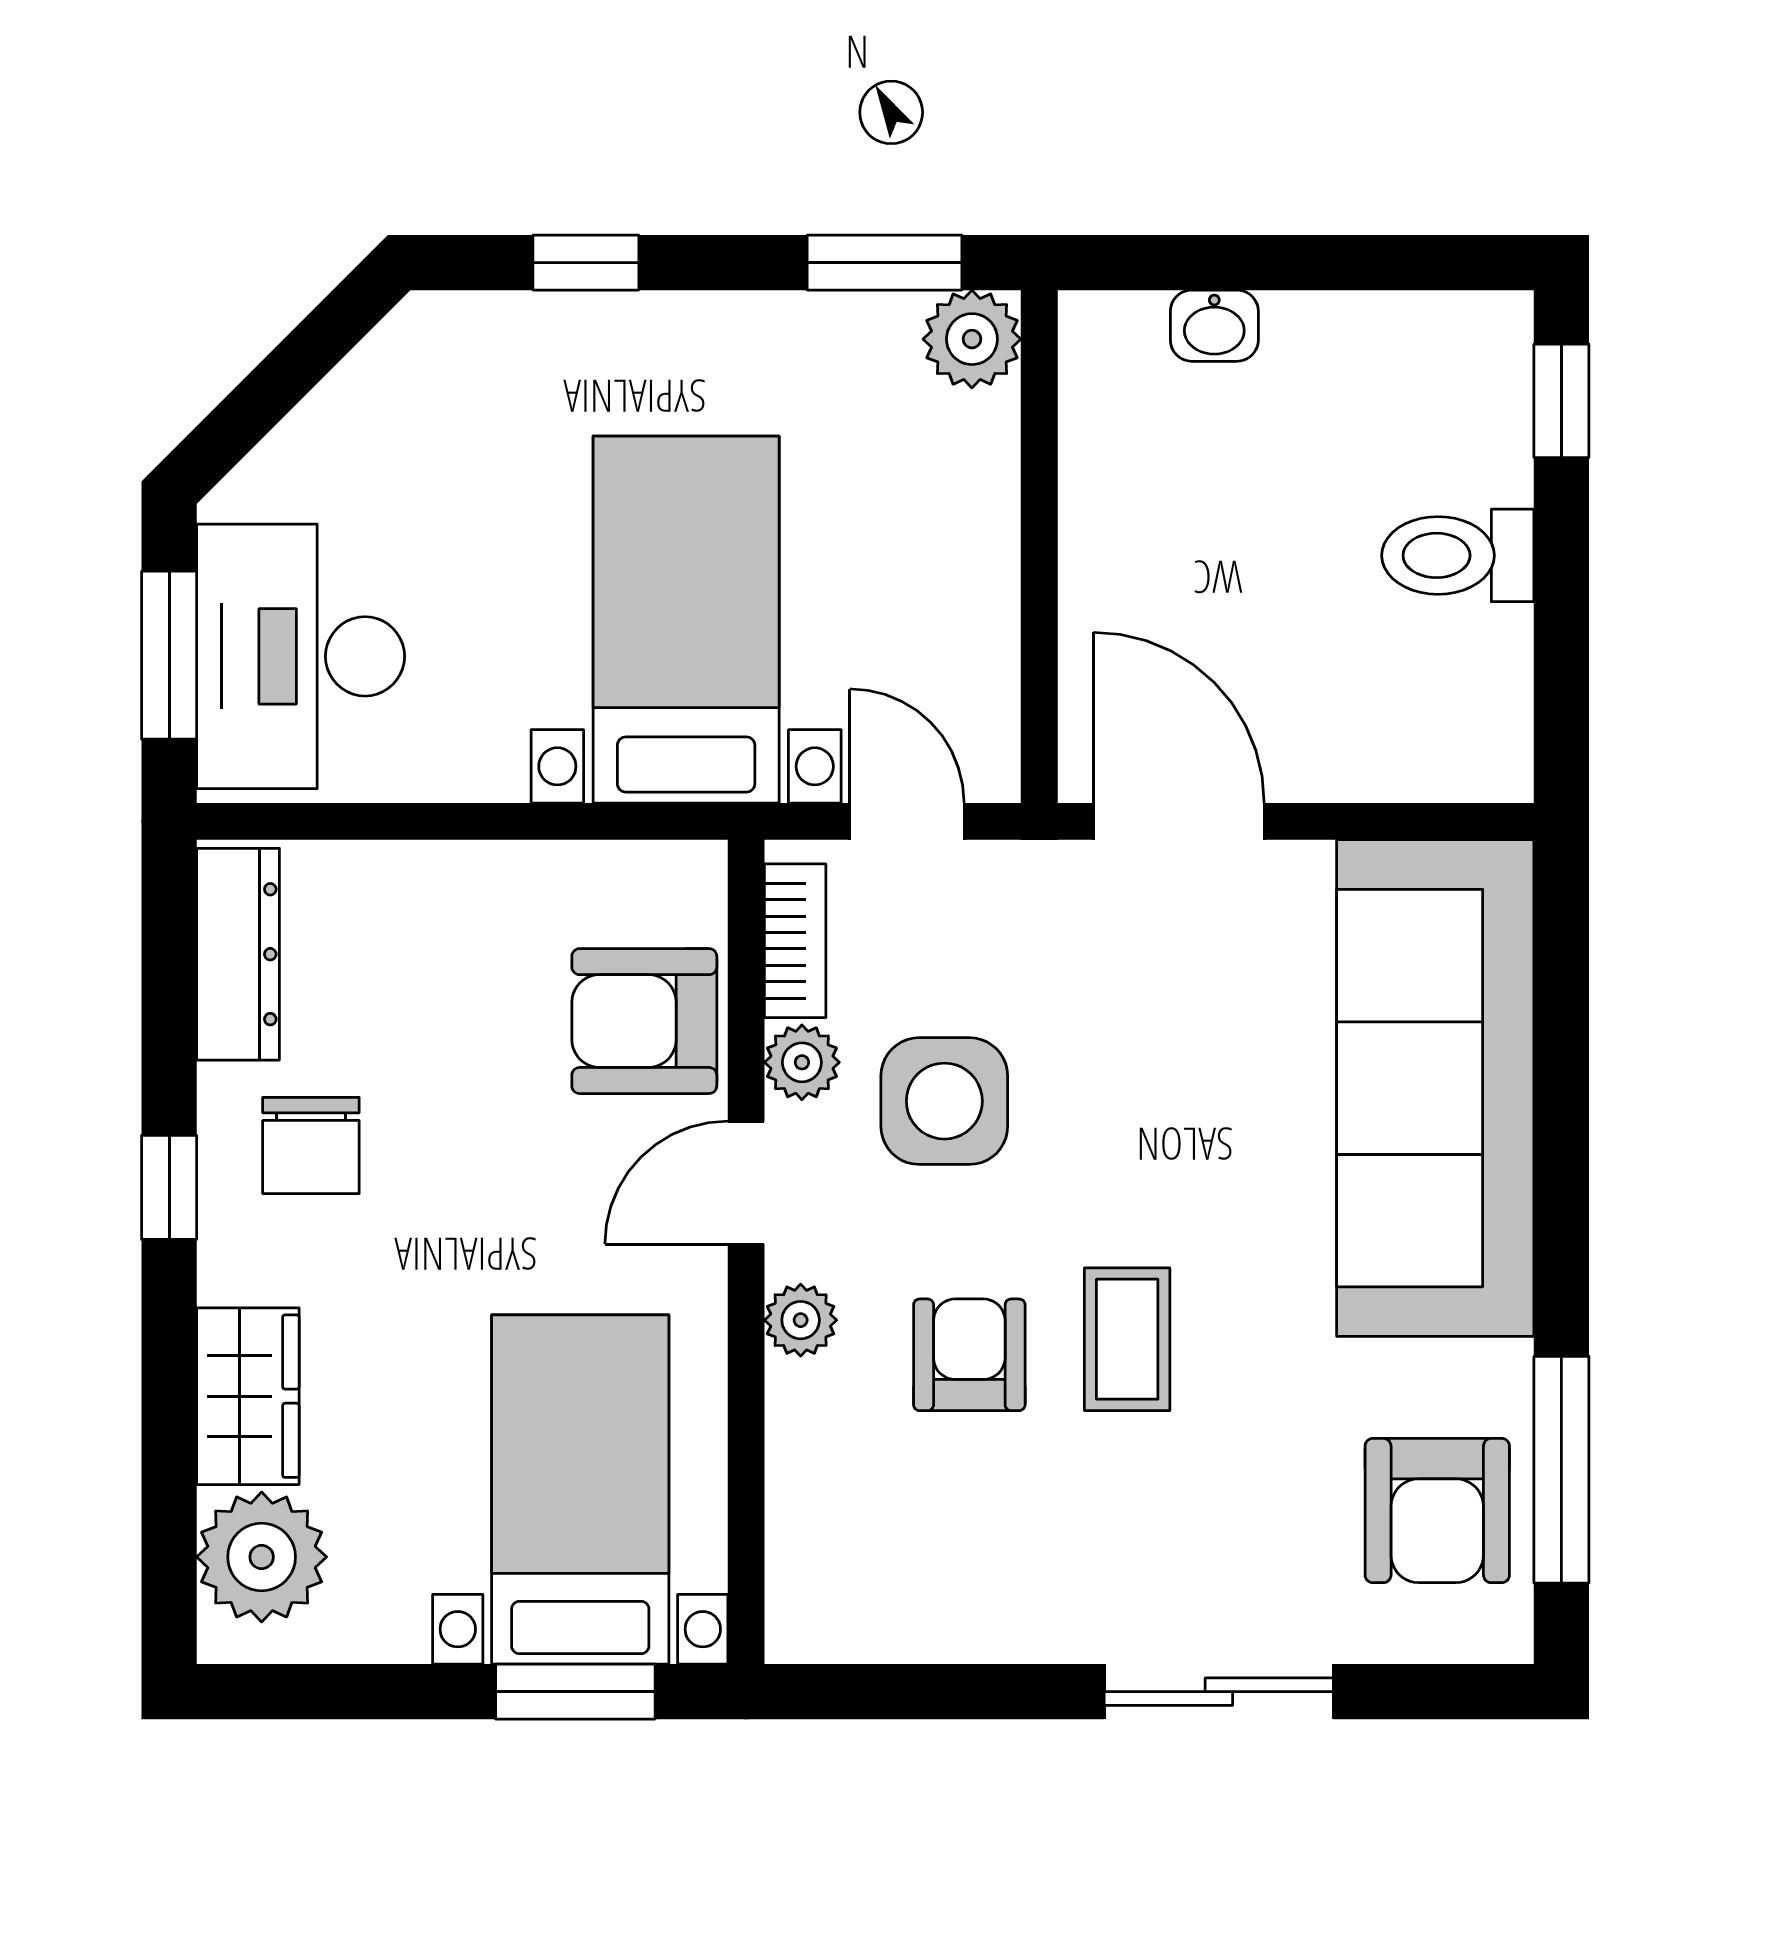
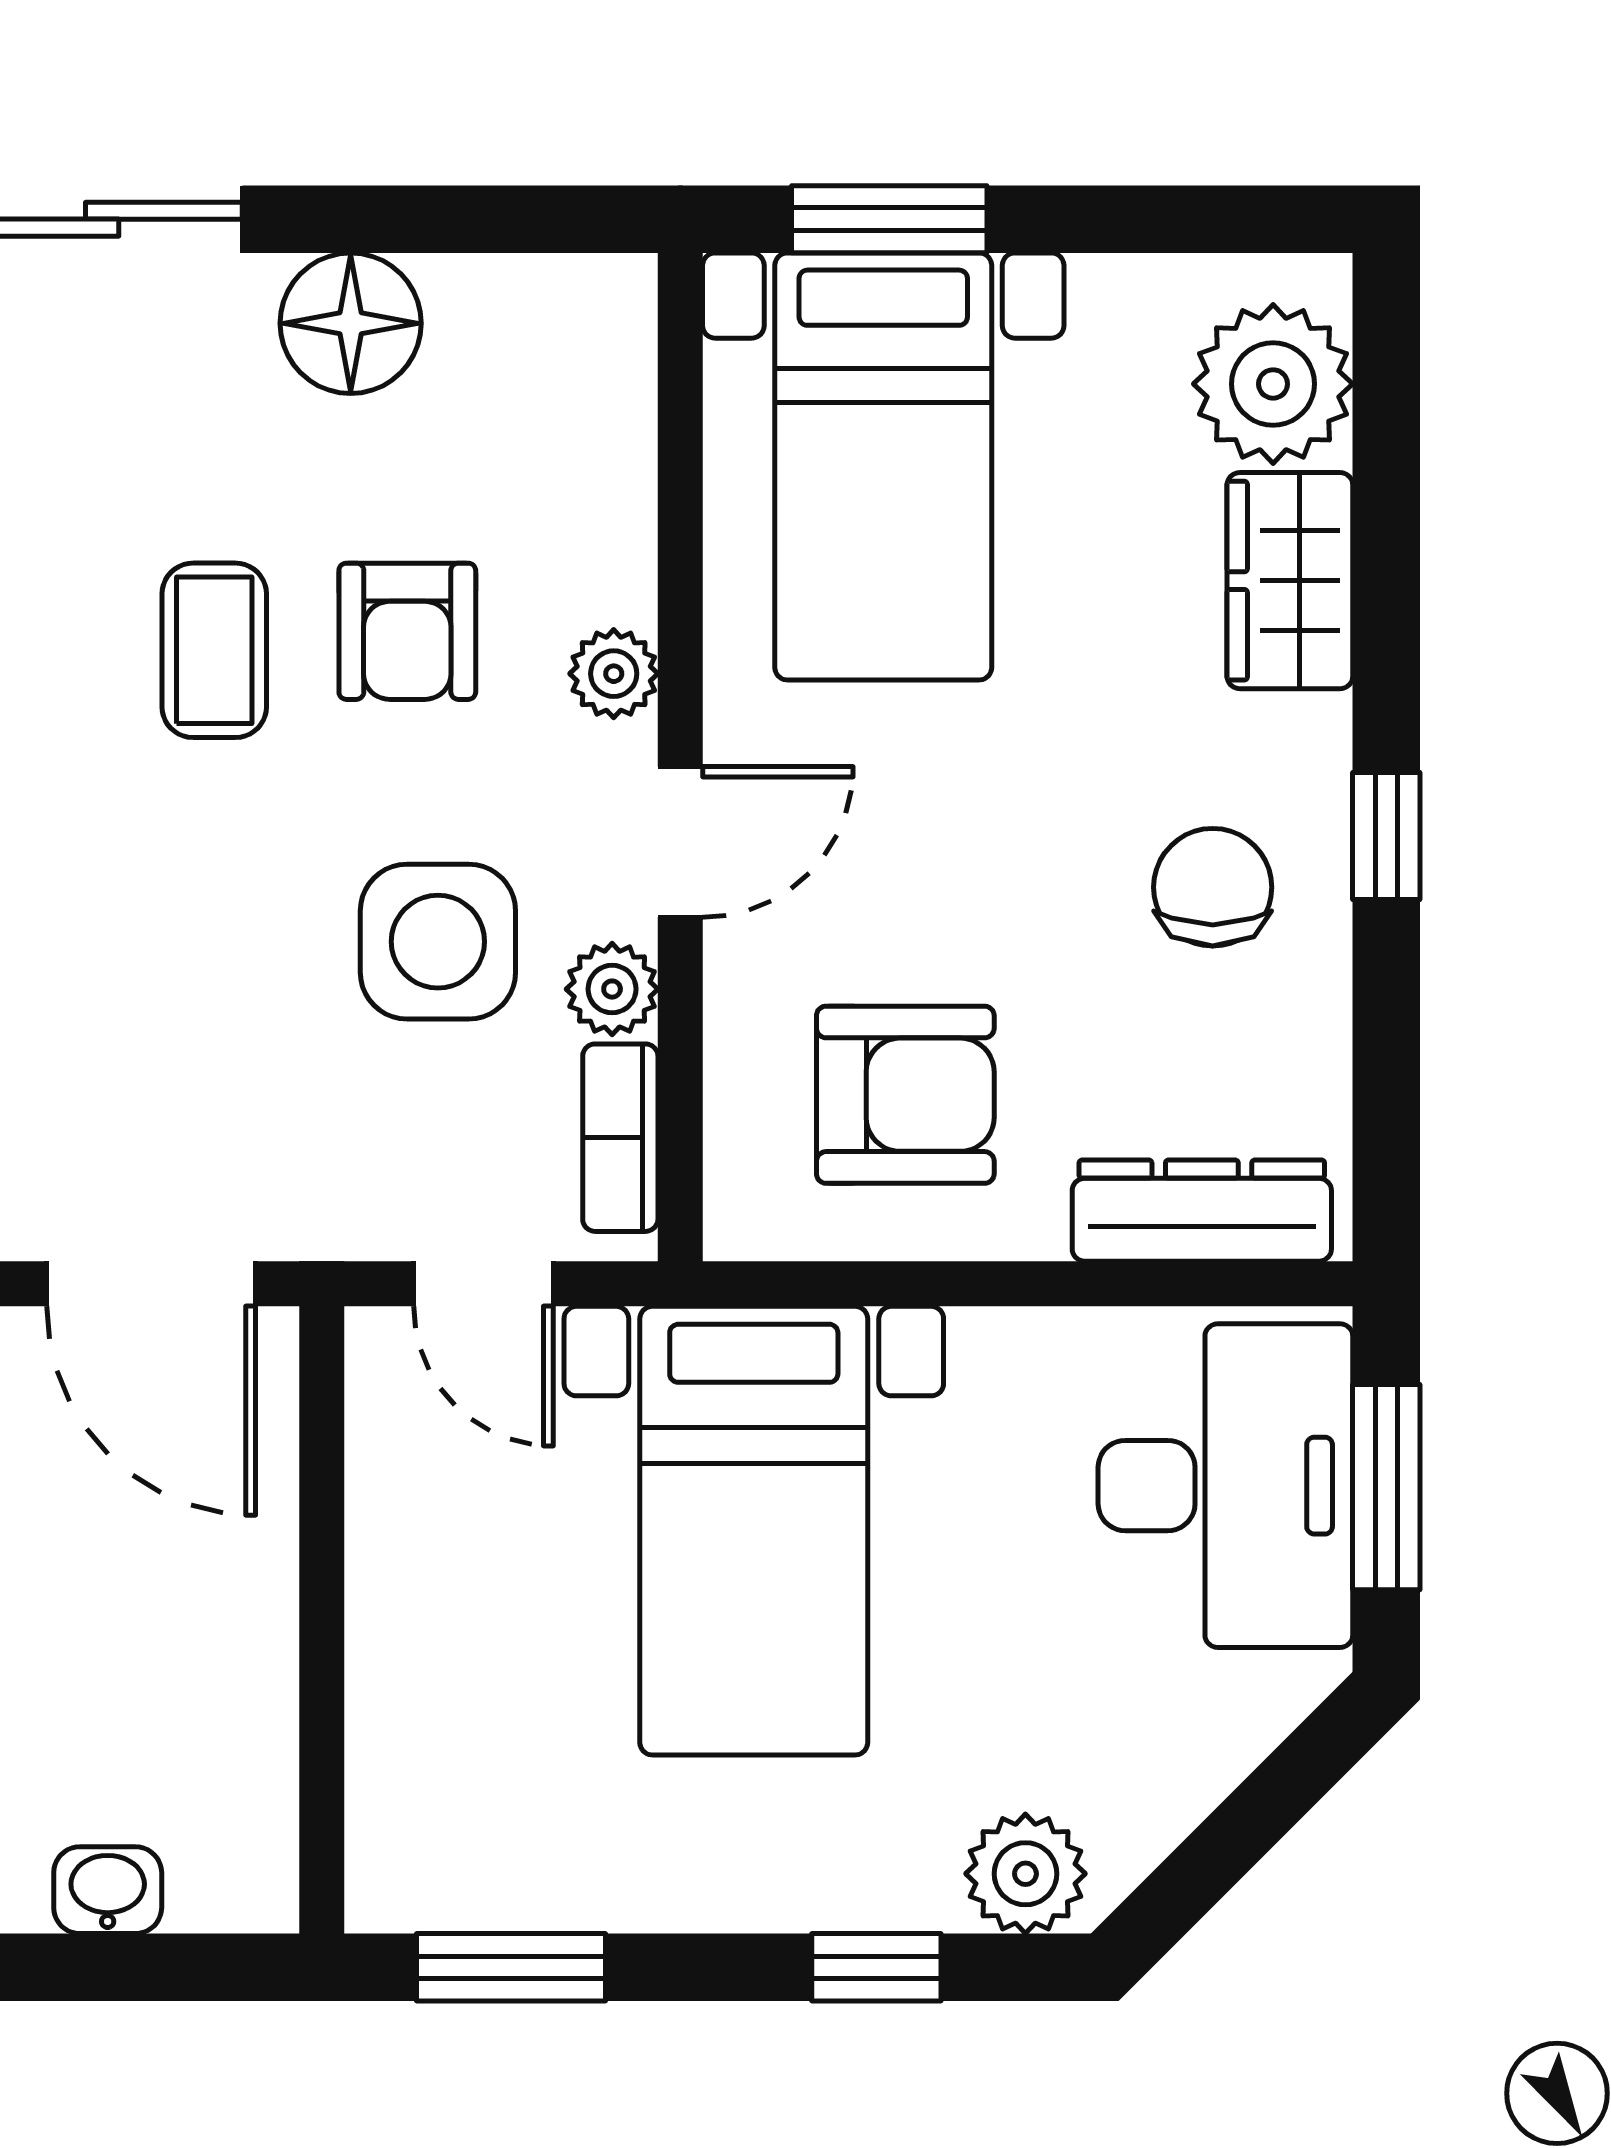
plant: (972, 339) -> (1025, 1874), moved
dresser: (238, 954) -> (1202, 1211), moved, turned 90
armchair: (644, 1021) -> (905, 1095), moved
floor lamp: (1016, 1607) -> (351, 323), added

